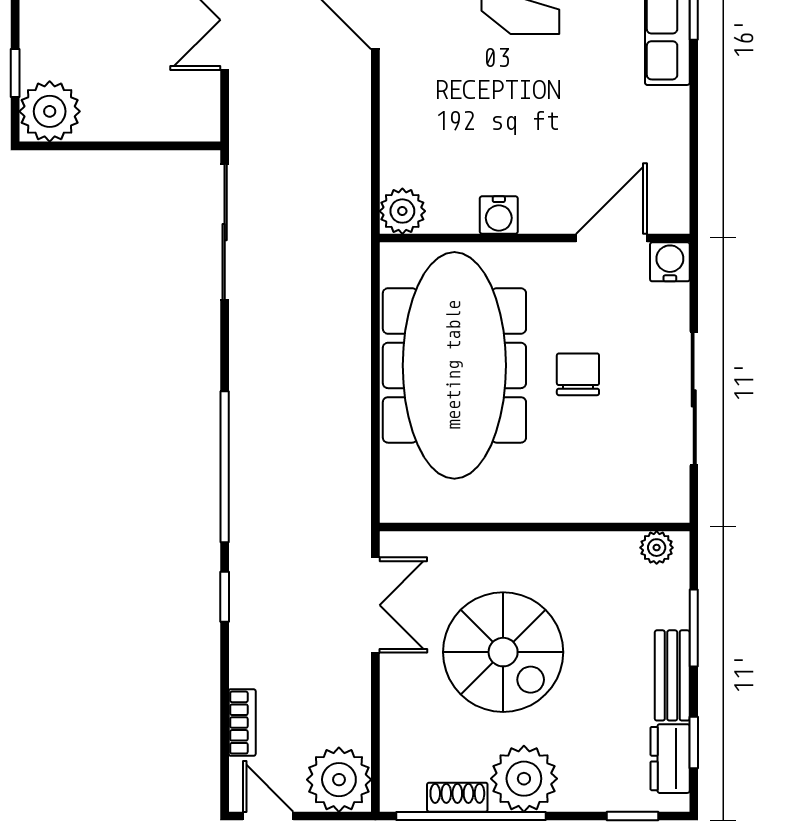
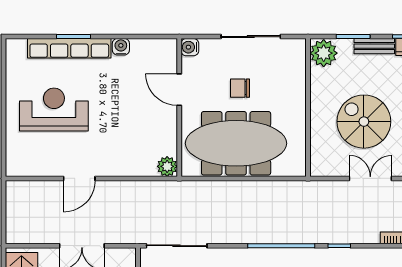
water cooler: (499, 215) -> (121, 47), moved, turned -90
door: (611, 238) -> (179, 90), moved
plant: (657, 548) -> (324, 53), width x1.87, depth x1.87
double door: (375, 605) -> (370, 178), moved
spiral stairs: (503, 652) -> (364, 122), turned -90

